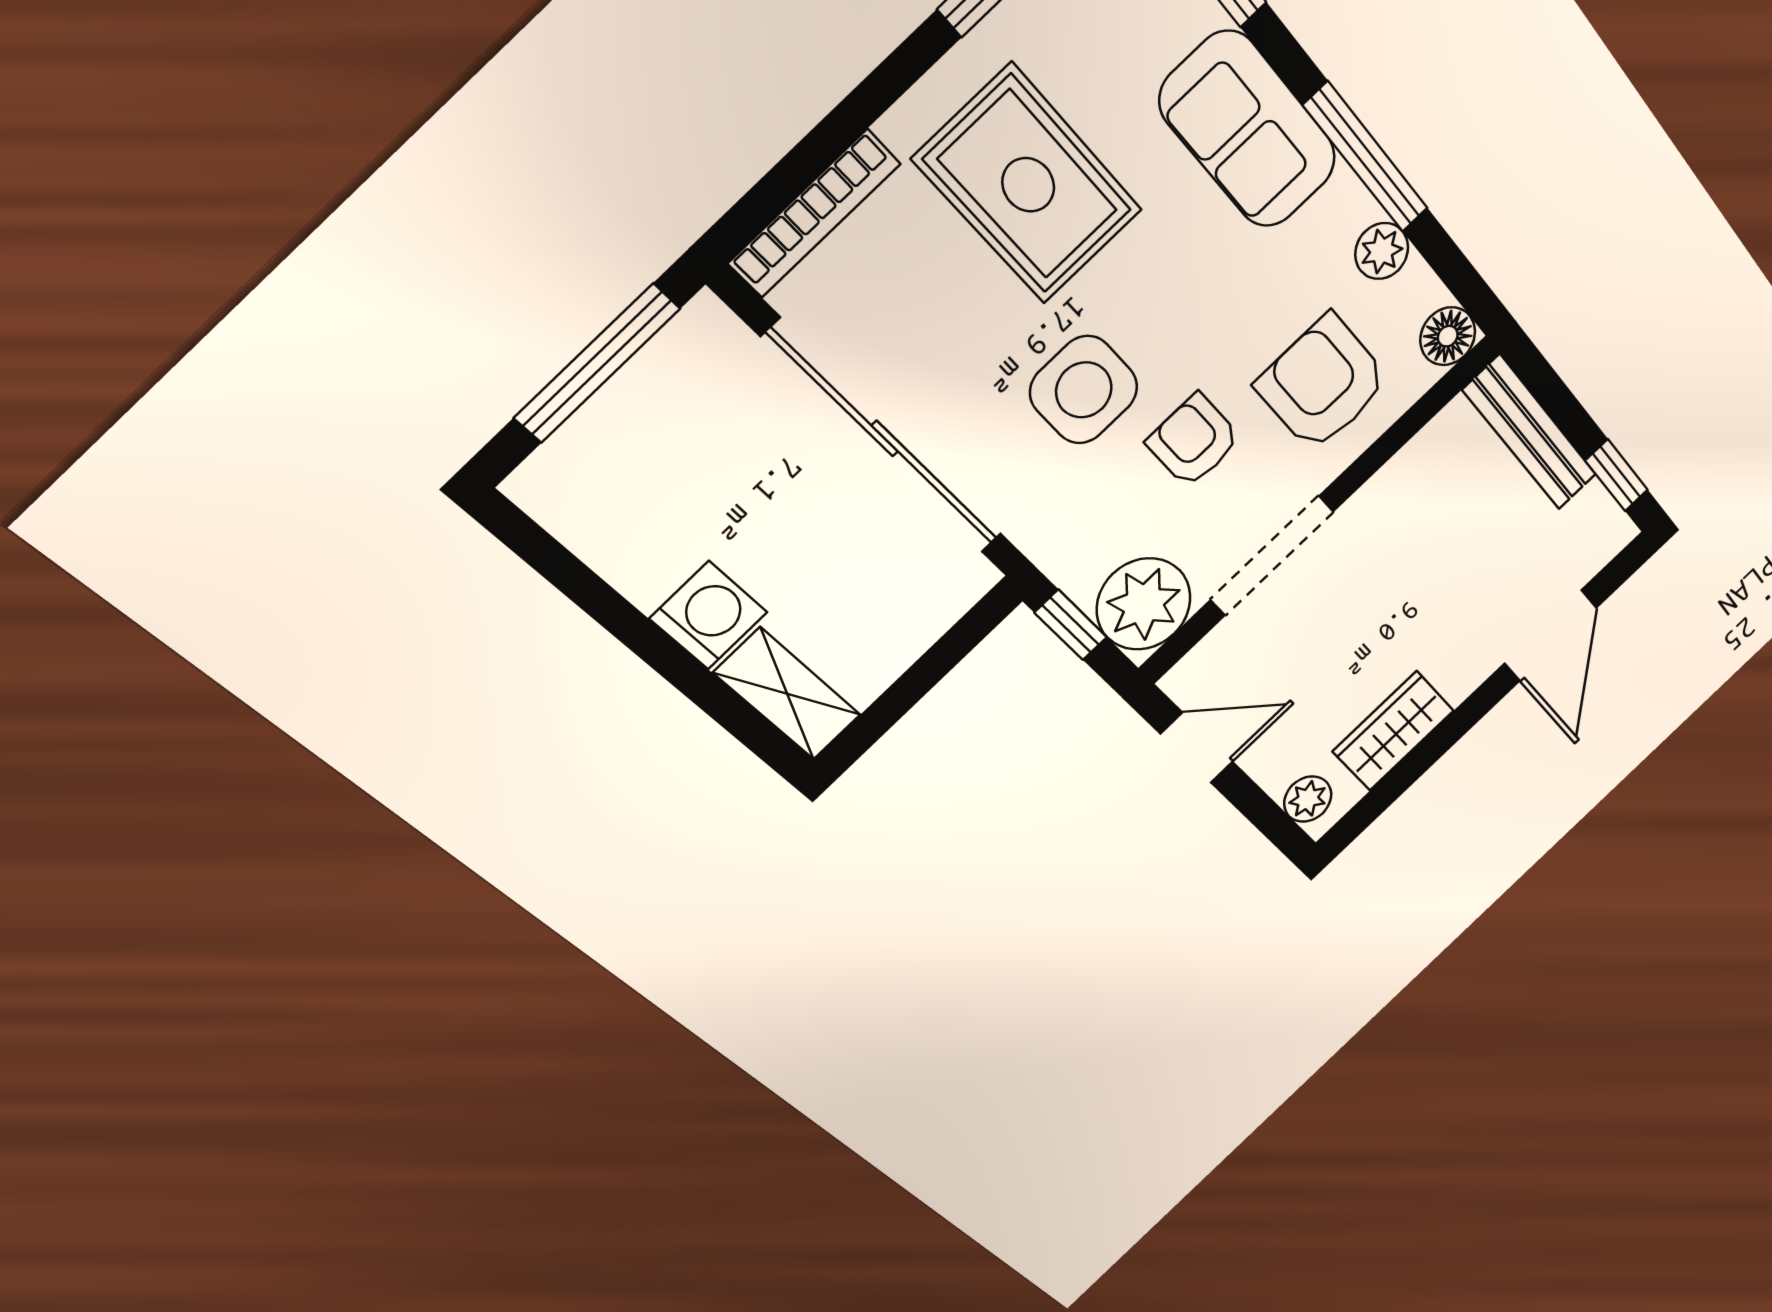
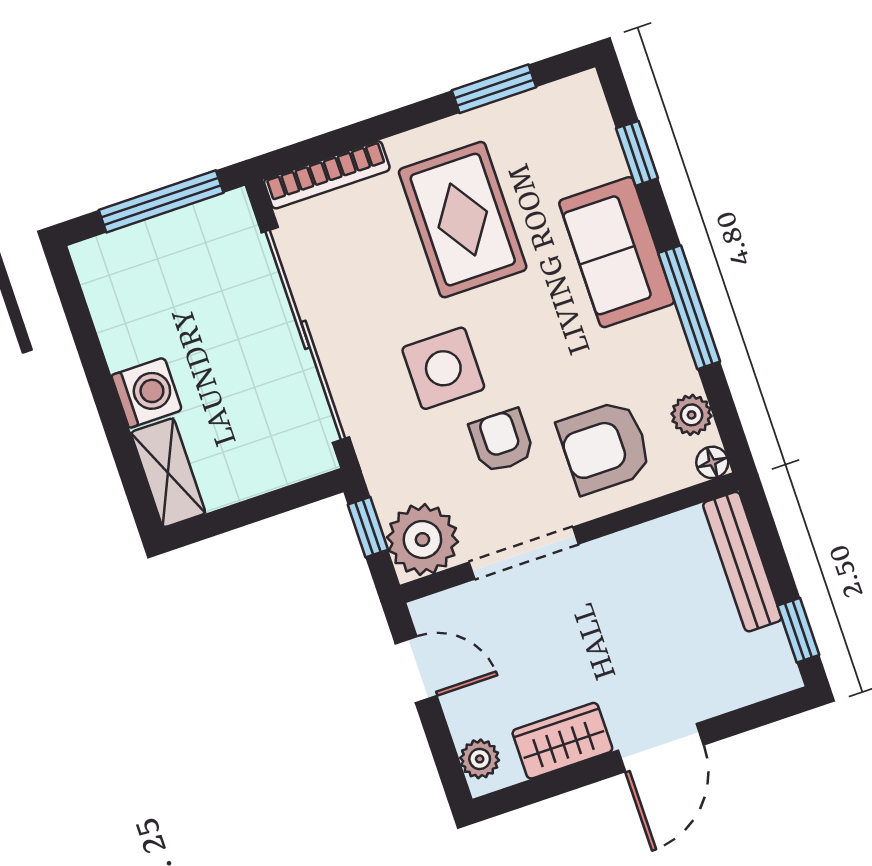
plant: (1382, 251) -> (692, 415), moved
floor lamp: (1448, 336) -> (712, 462), width x0.73, depth x0.73
armchair: (1323, 383) -> (605, 447), turned -90
door: (1550, 636) -> (661, 748), moved

